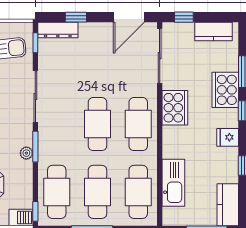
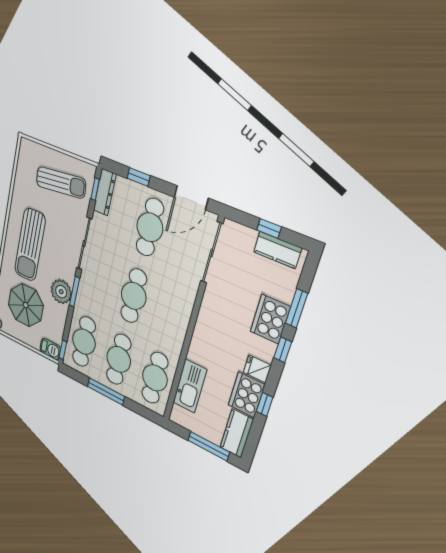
window: (184, 17) -> (269, 228), moved
dresser: (58, 30) -> (105, 192), moved, turned -90
cooker: (175, 108) -> (246, 395), moved, turned 180
cafe table: (138, 124) -> (150, 227), moved
plant: (26, 153) -> (61, 292), width x1.88, depth x1.88

